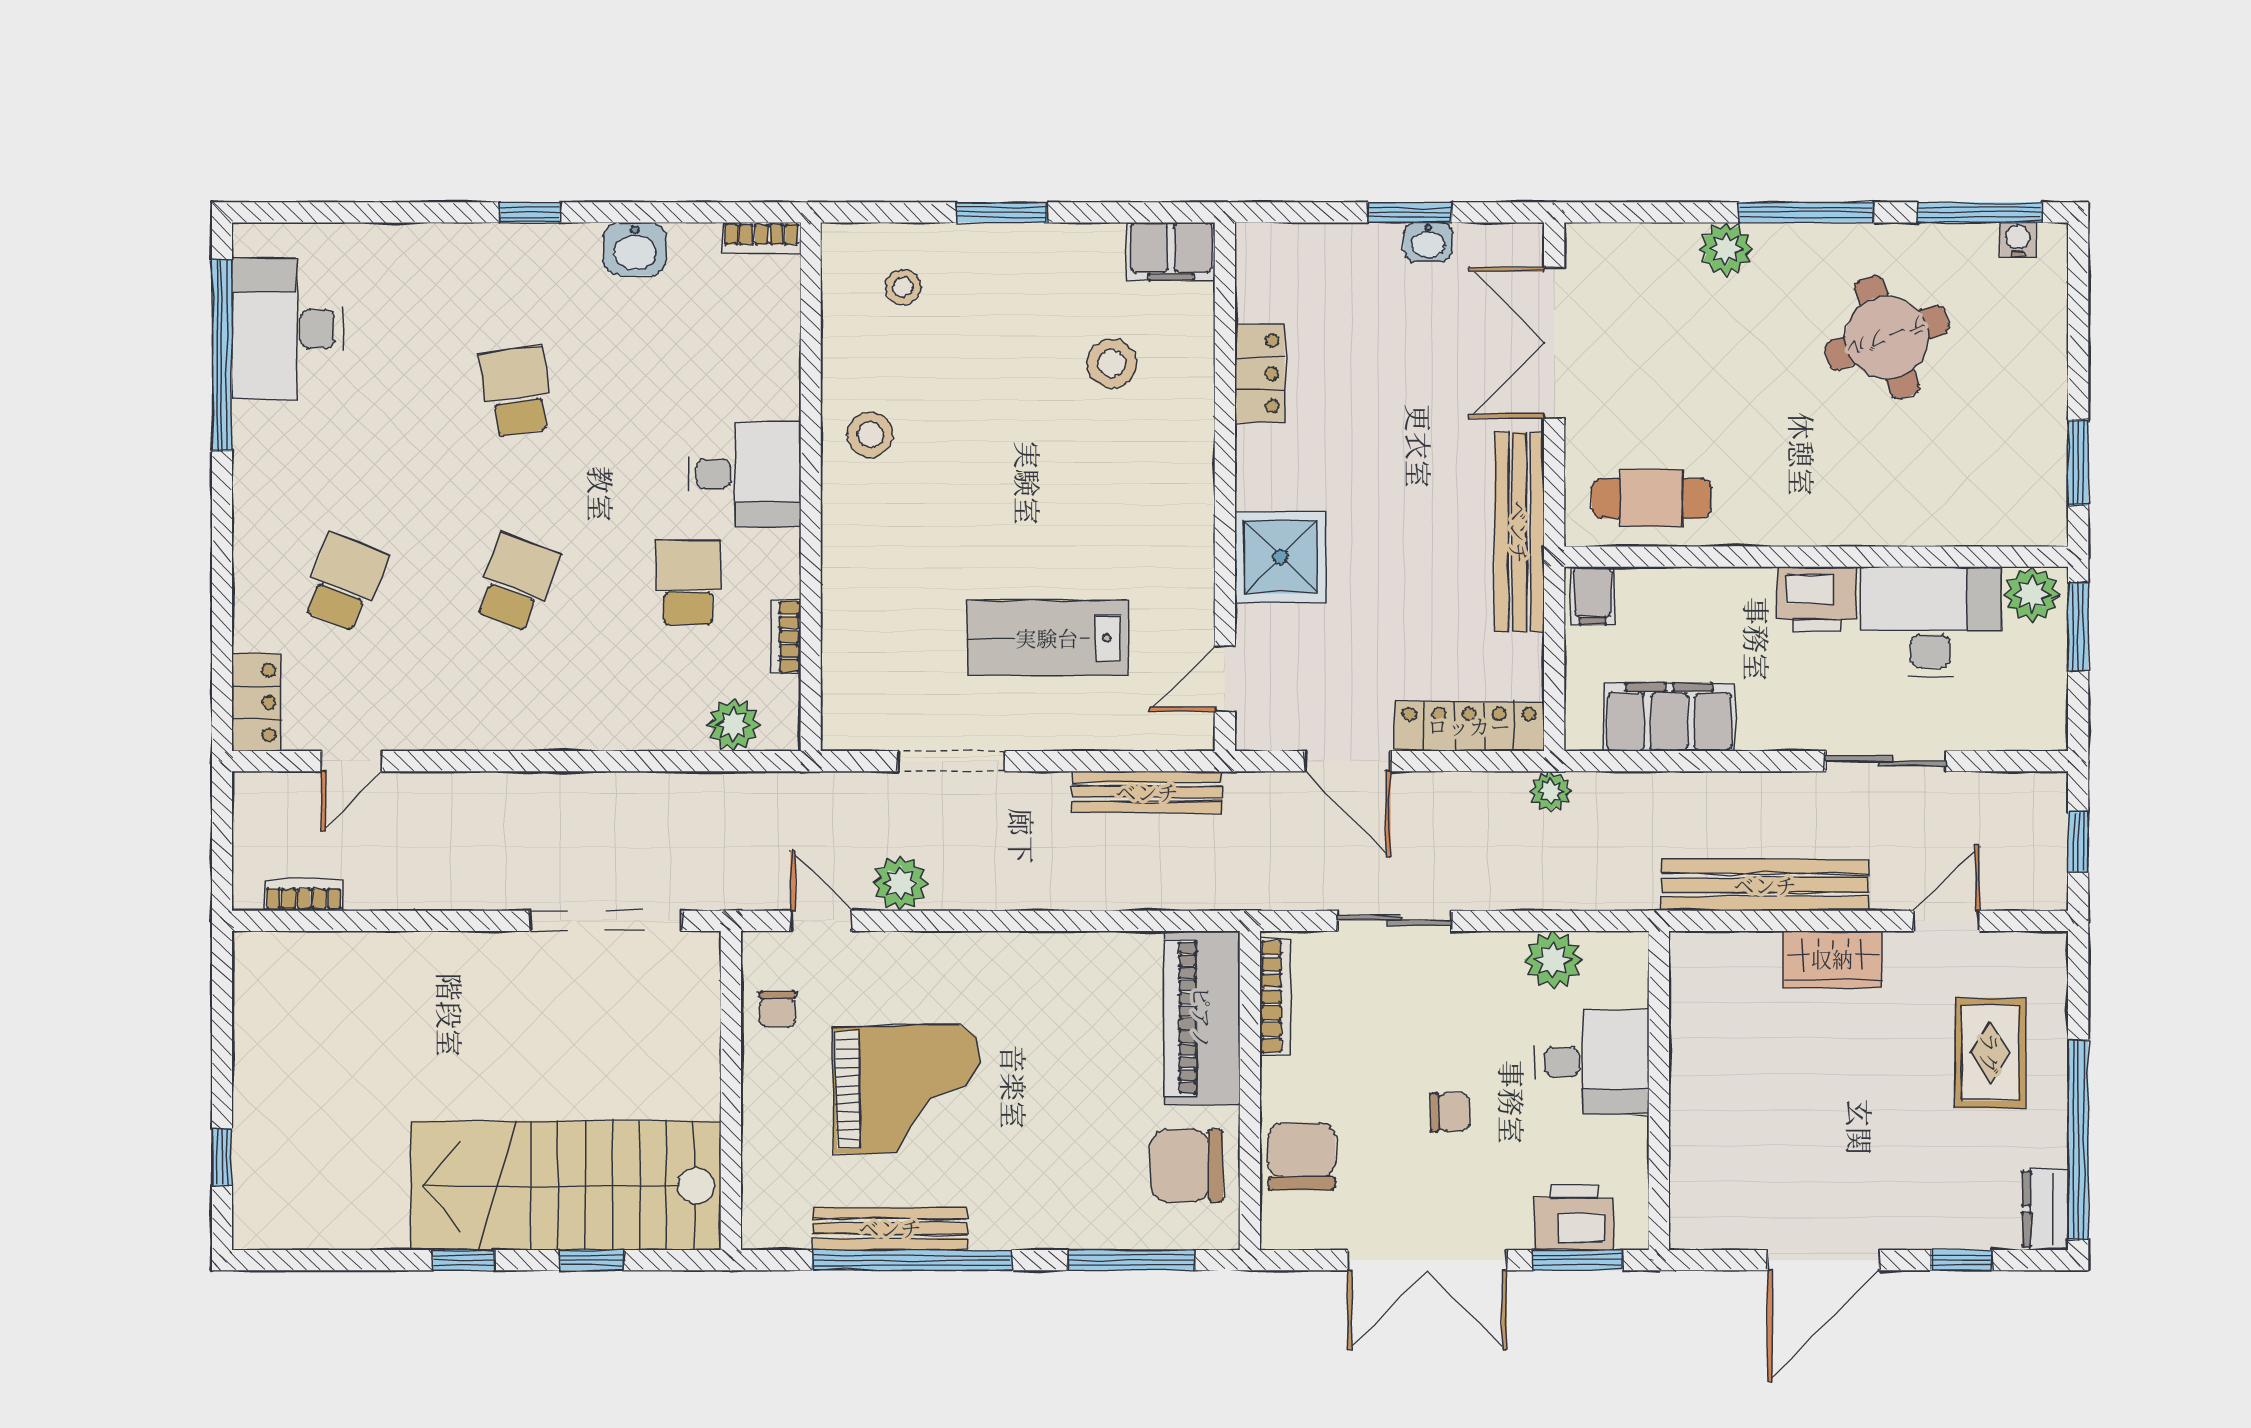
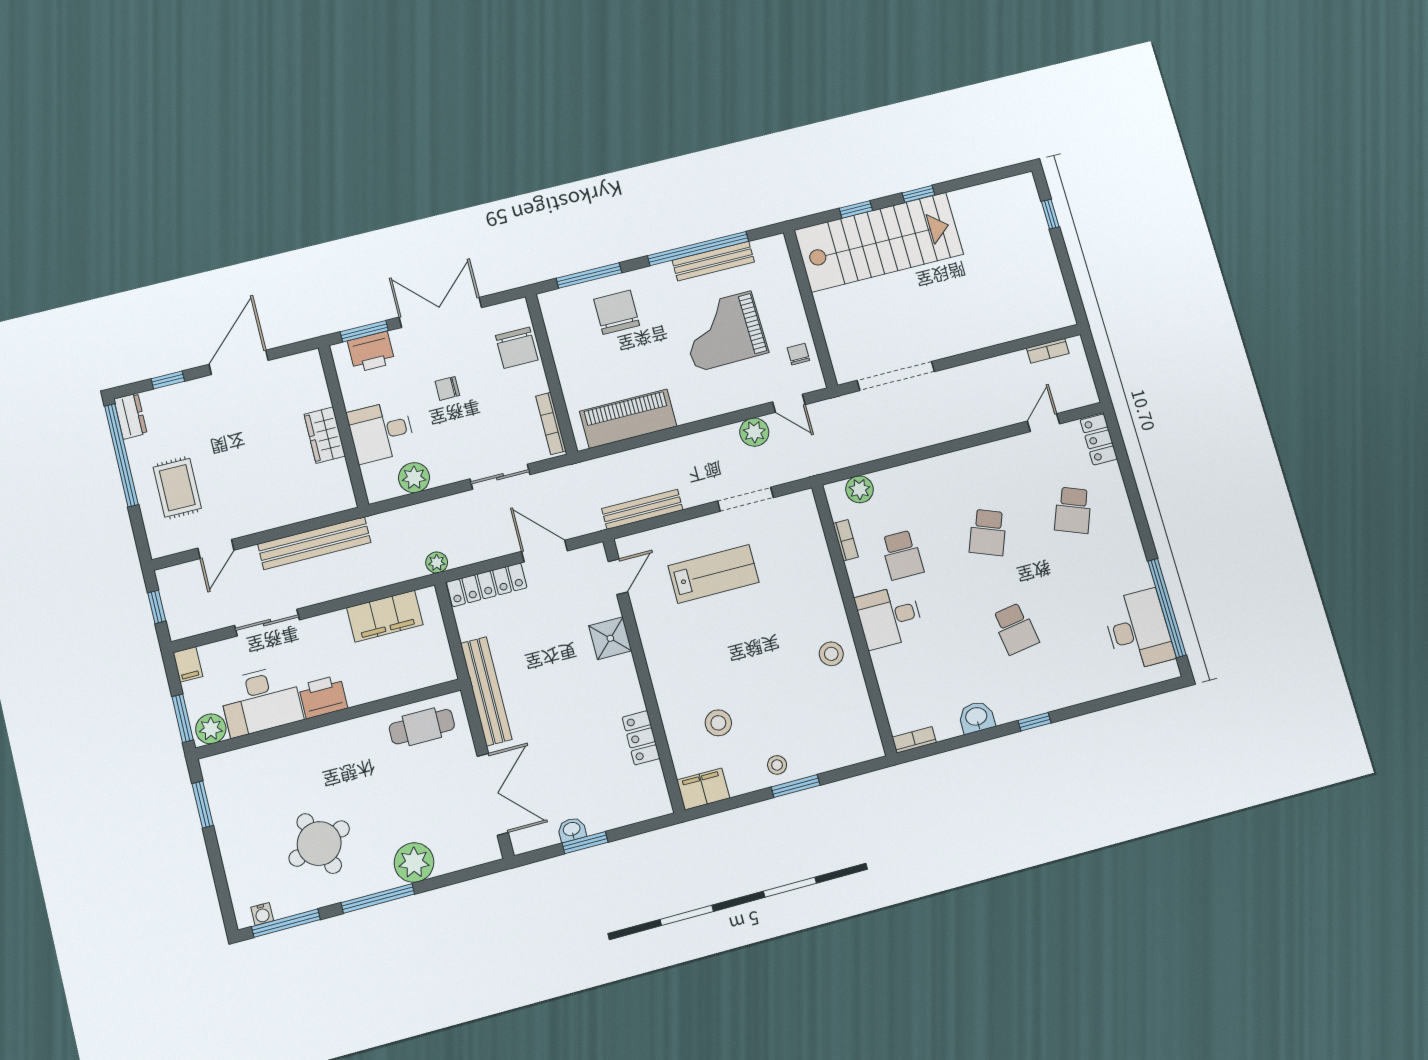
plant: (1726, 249) -> (414, 862), width x1.36, depth x1.36
stool: (903, 287) -> (777, 765), moved
shower: (1281, 557) -> (610, 638), width x0.73, depth x0.73
filing cabinet: (1593, 596) -> (188, 664), moved, turned 180
wardrobe: (1832, 959) -> (325, 435), moved, turned -90
piano: (1202, 1018) -> (628, 419), moved, turned -90
chair: (1187, 1165) -> (617, 312), moved, turned -90

